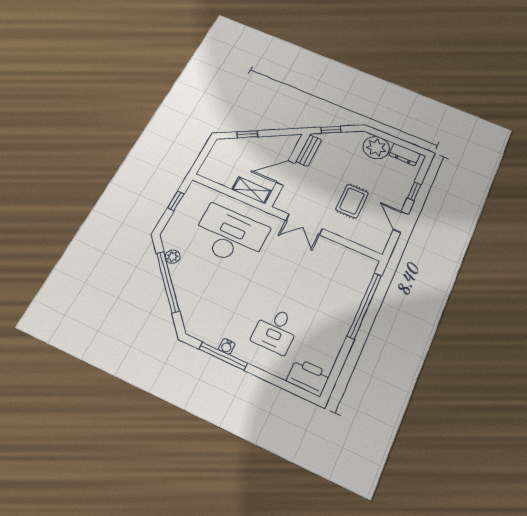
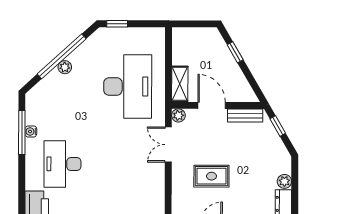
plant: (376, 148) -> (284, 181), width x0.53, depth x0.53
window: (176, 201) -> (117, 24), moved
plant: (281, 204) -> (178, 115), added
plant: (173, 257) -> (65, 67), moved
desk: (276, 330) -> (62, 164), width x1.37

